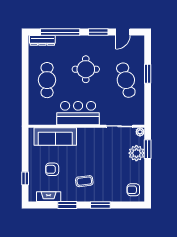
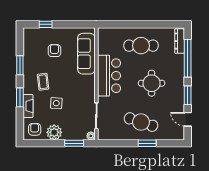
cafe table: (126, 80) -> (141, 122), turned 33
plant: (136, 153) -> (54, 132), moved
side table: (106, 167) -> (56, 103), added
fireplace: (49, 197) -> (28, 106), moved

